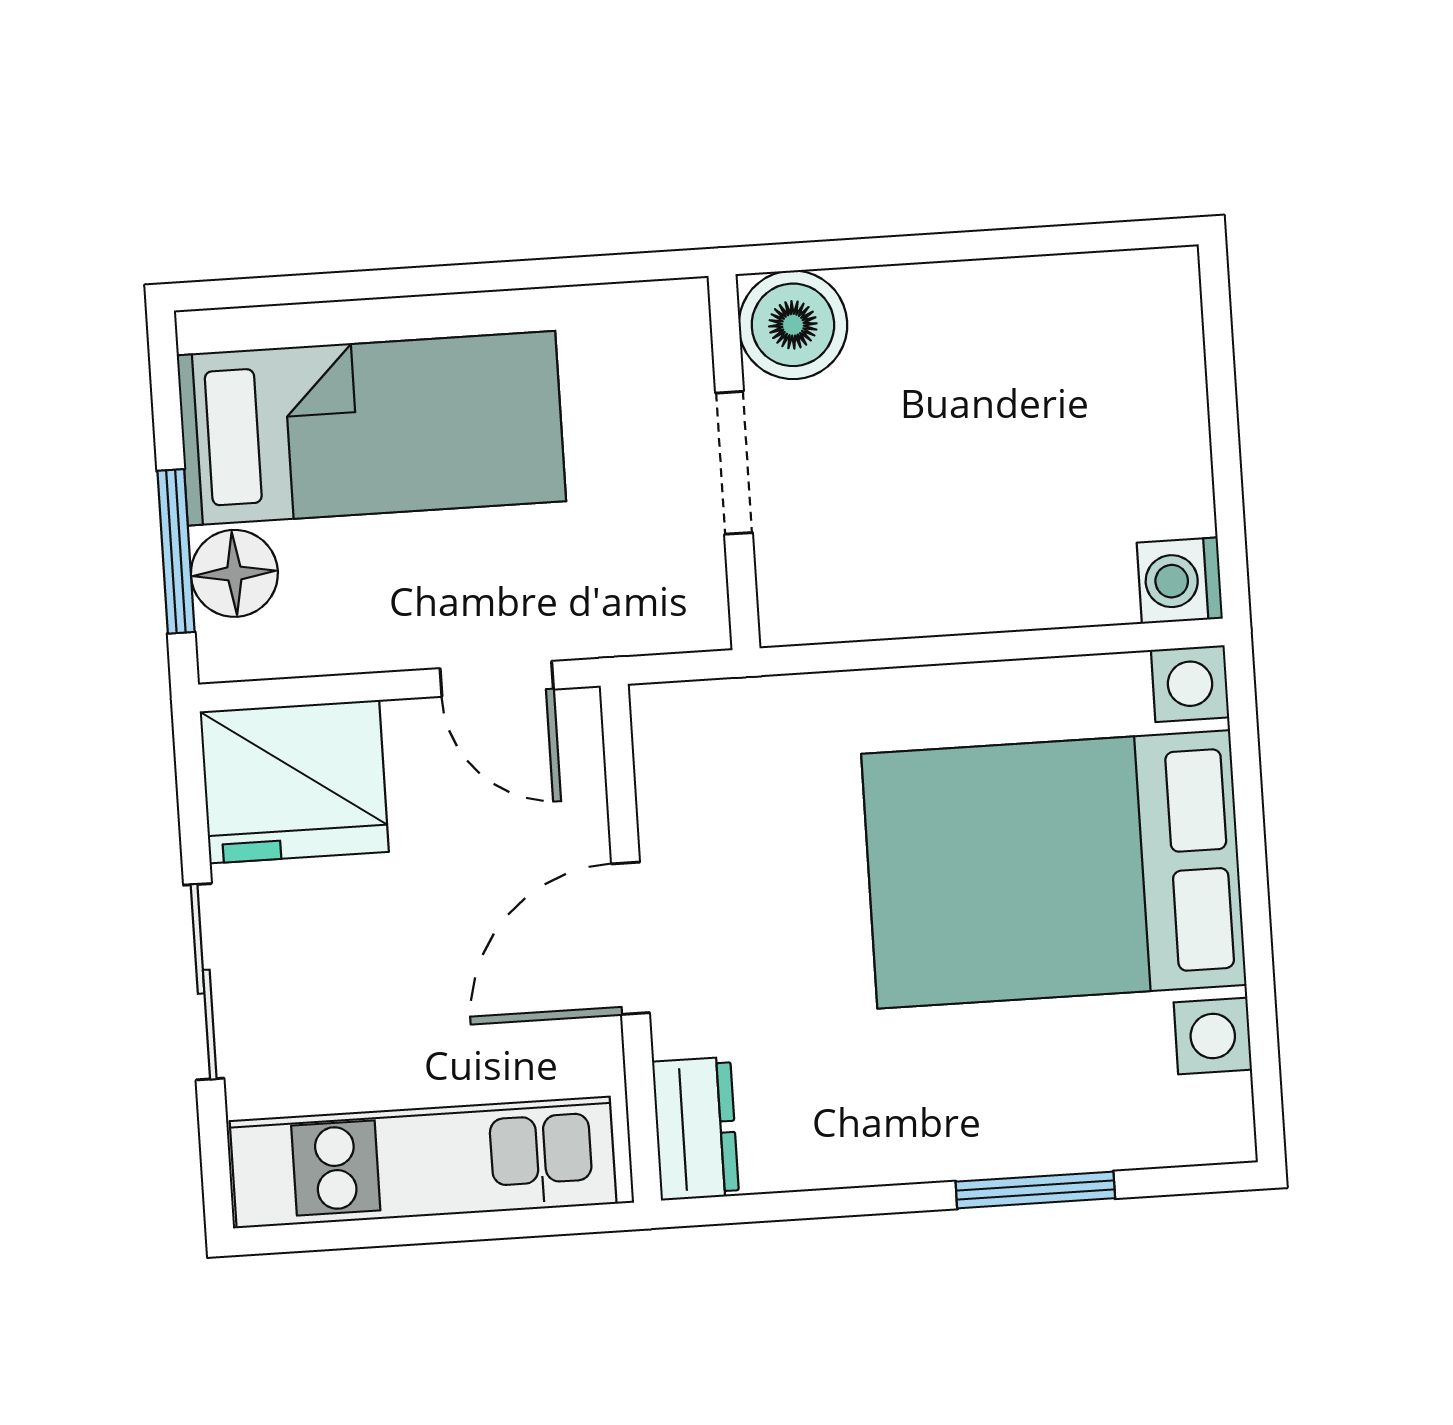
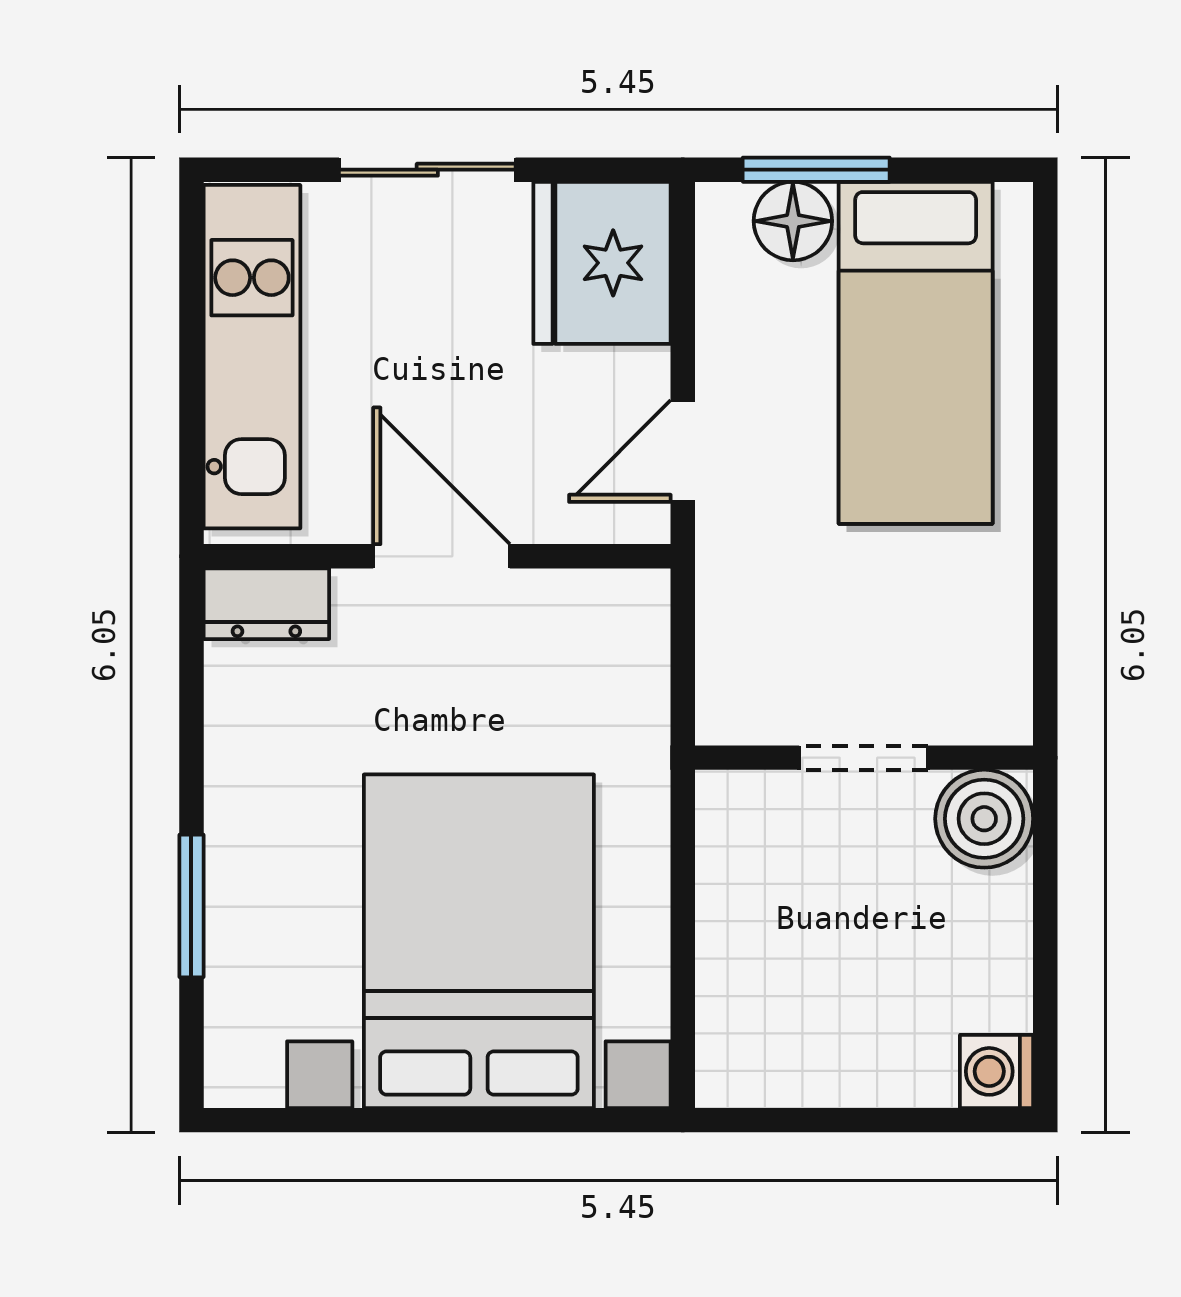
boiler: (793, 325) -> (984, 819), moved
wall: (734, 462) -> (864, 758), moved
doorway: (734, 463) -> (863, 758), moved
washing machine: (1180, 581) -> (997, 1071), moved, turned -90

